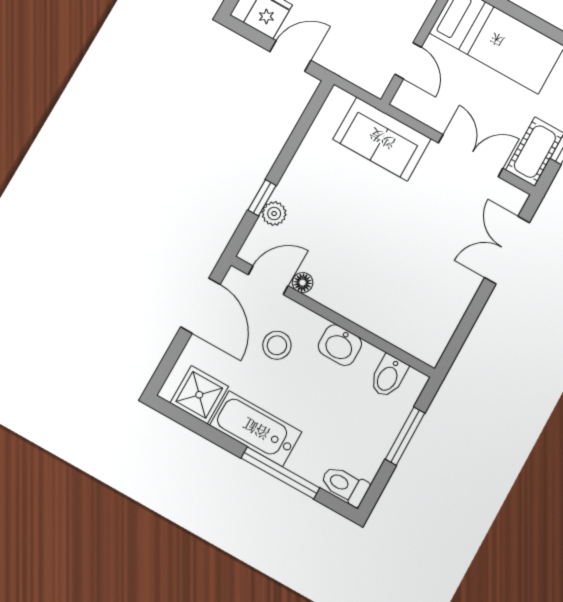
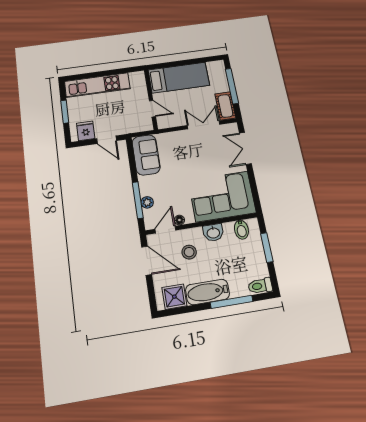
door: (290, 56) -> (107, 140), swing flipped
sofa: (382, 139) -> (146, 155), moved, turned -90
window: (262, 198) -> (138, 200), width x2.17
corner sofa: (402, 299) -> (222, 196), added

